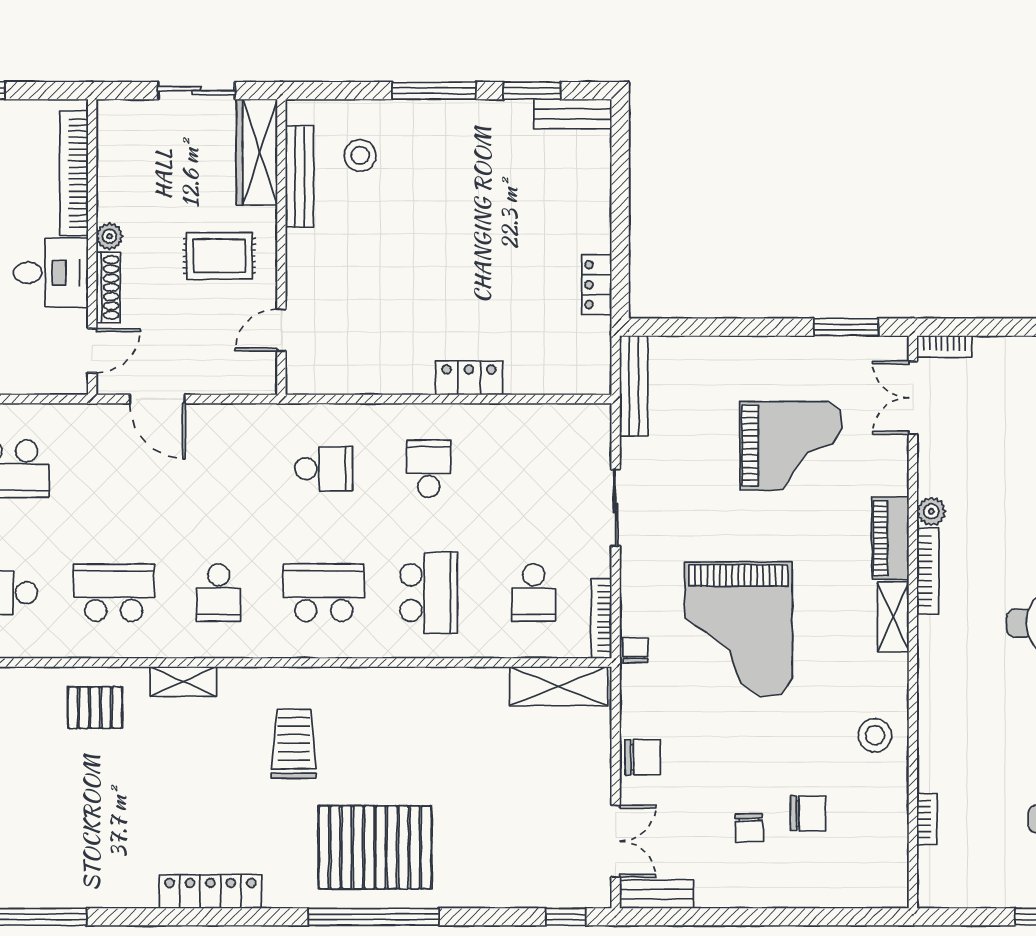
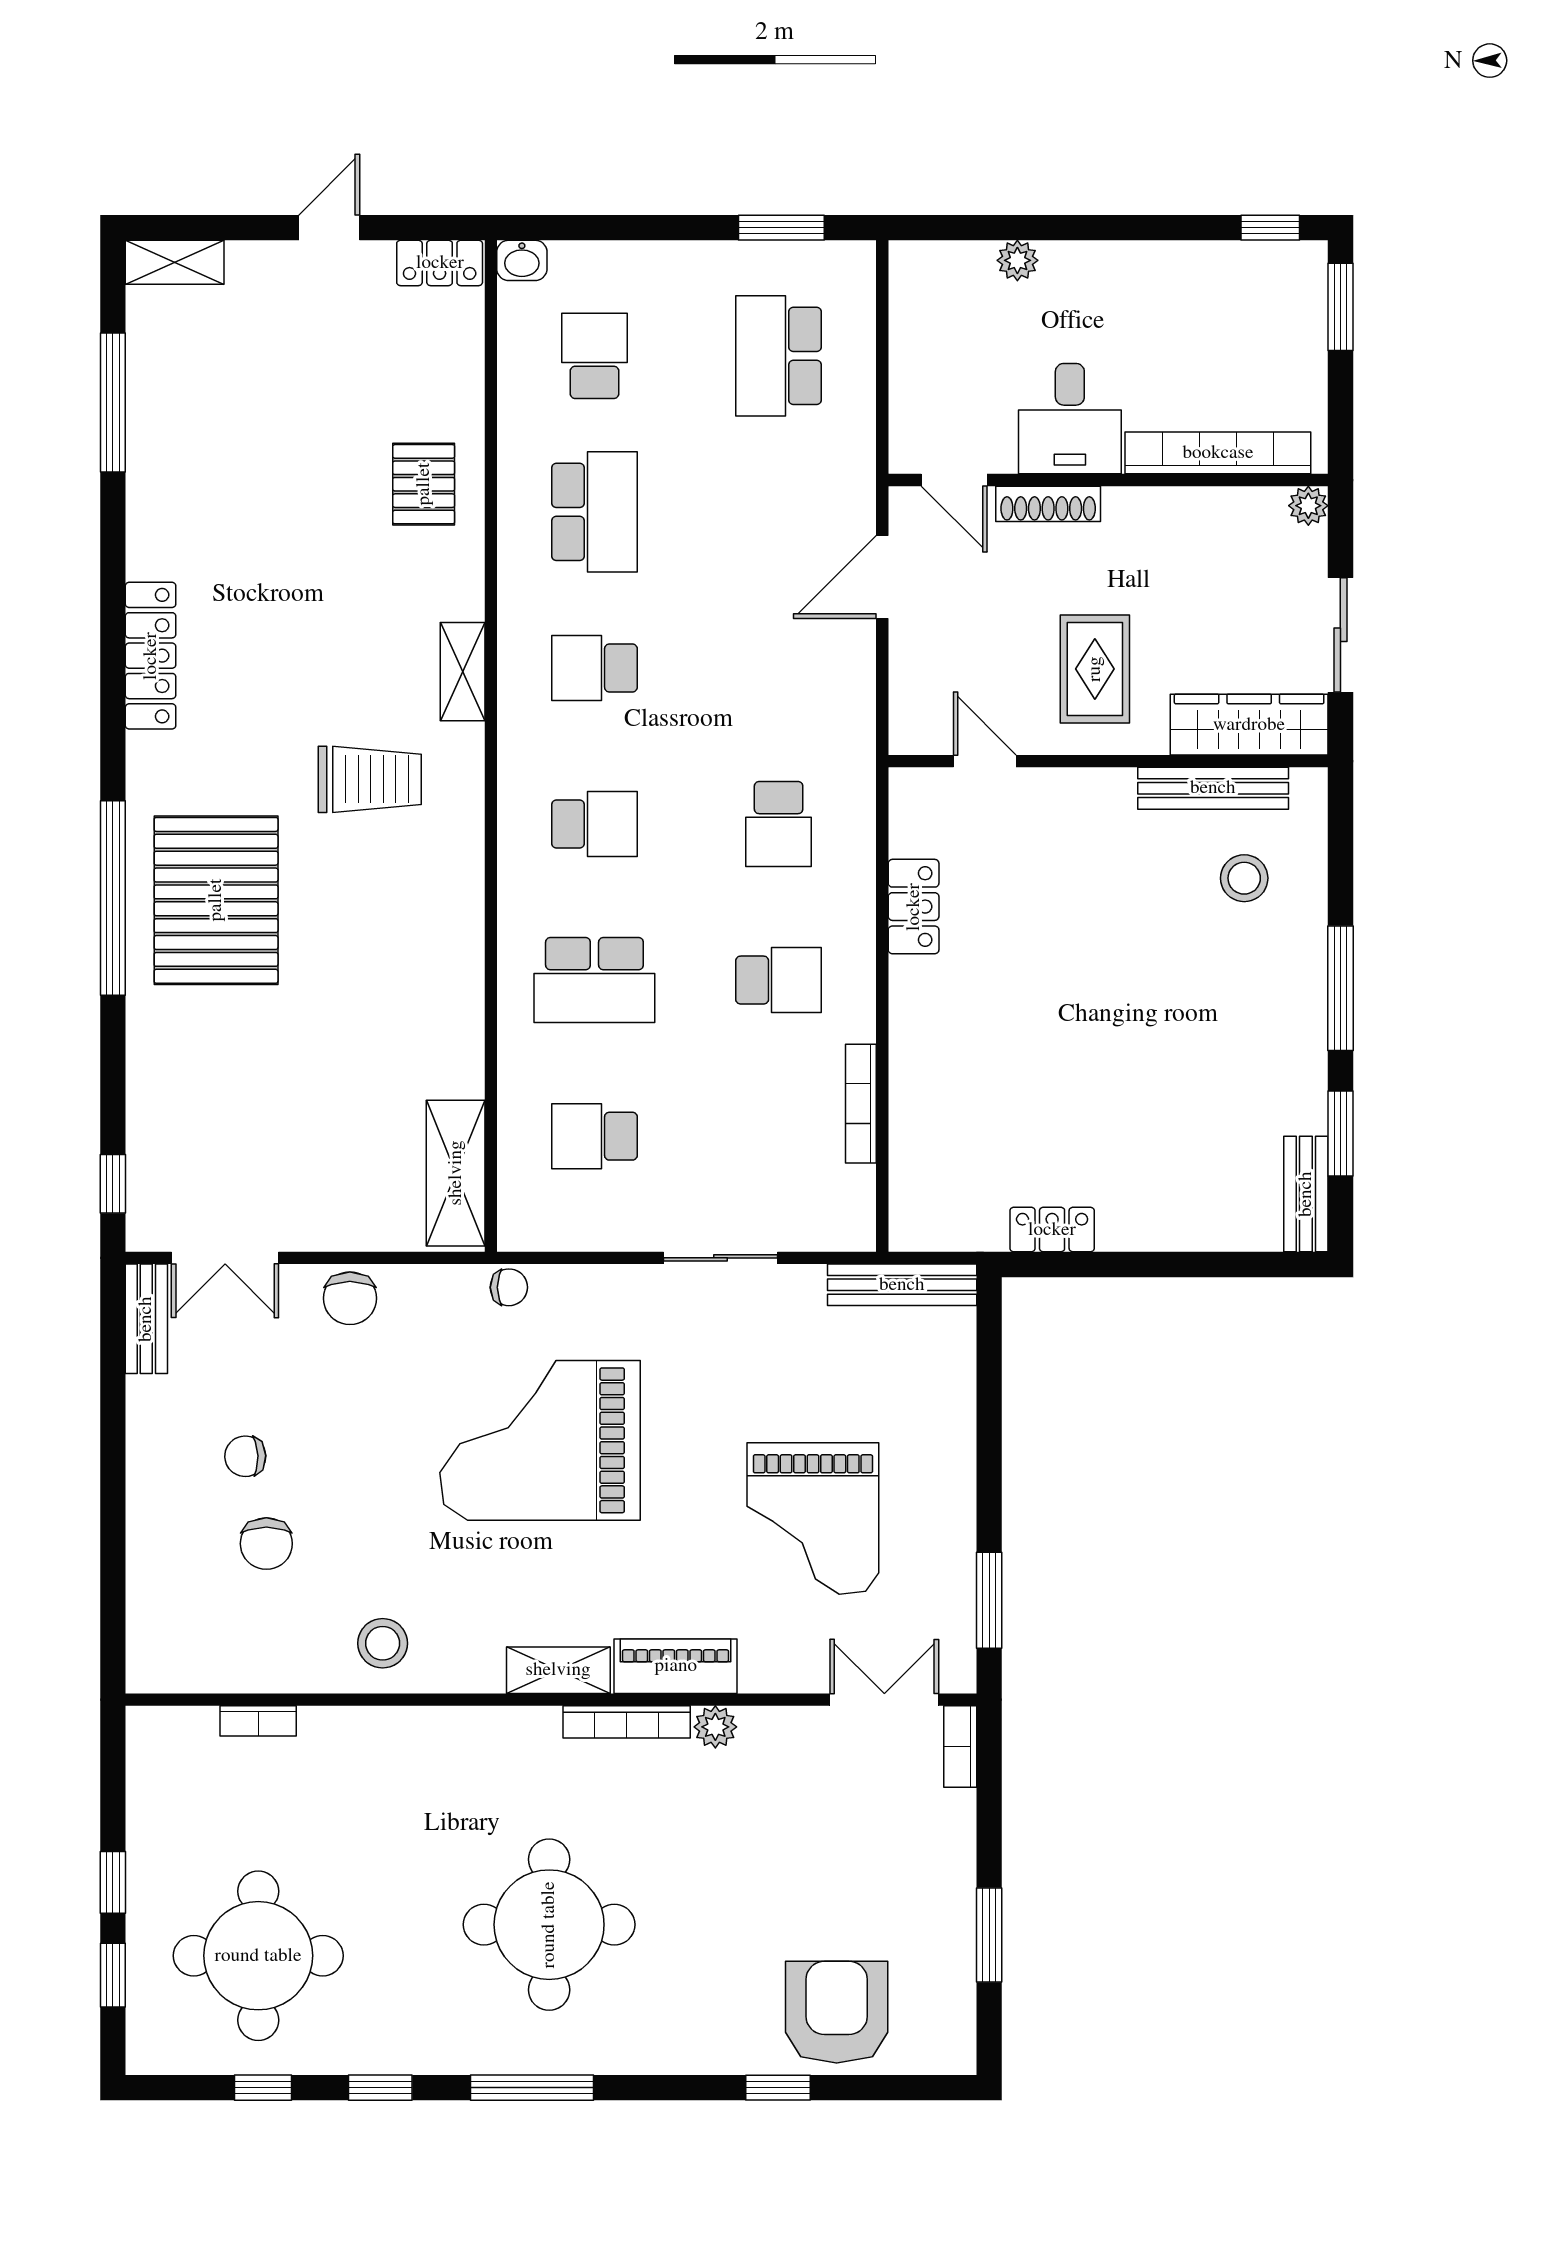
plant: (109, 236) -> (1308, 506), moved
locker: (469, 378) -> (914, 907), moved
school desk: (324, 593) -> (594, 824), width x0.54
bookcase: (601, 618) -> (861, 1104), moved, turned -90
shelving: (183, 681) -> (463, 672), moved

